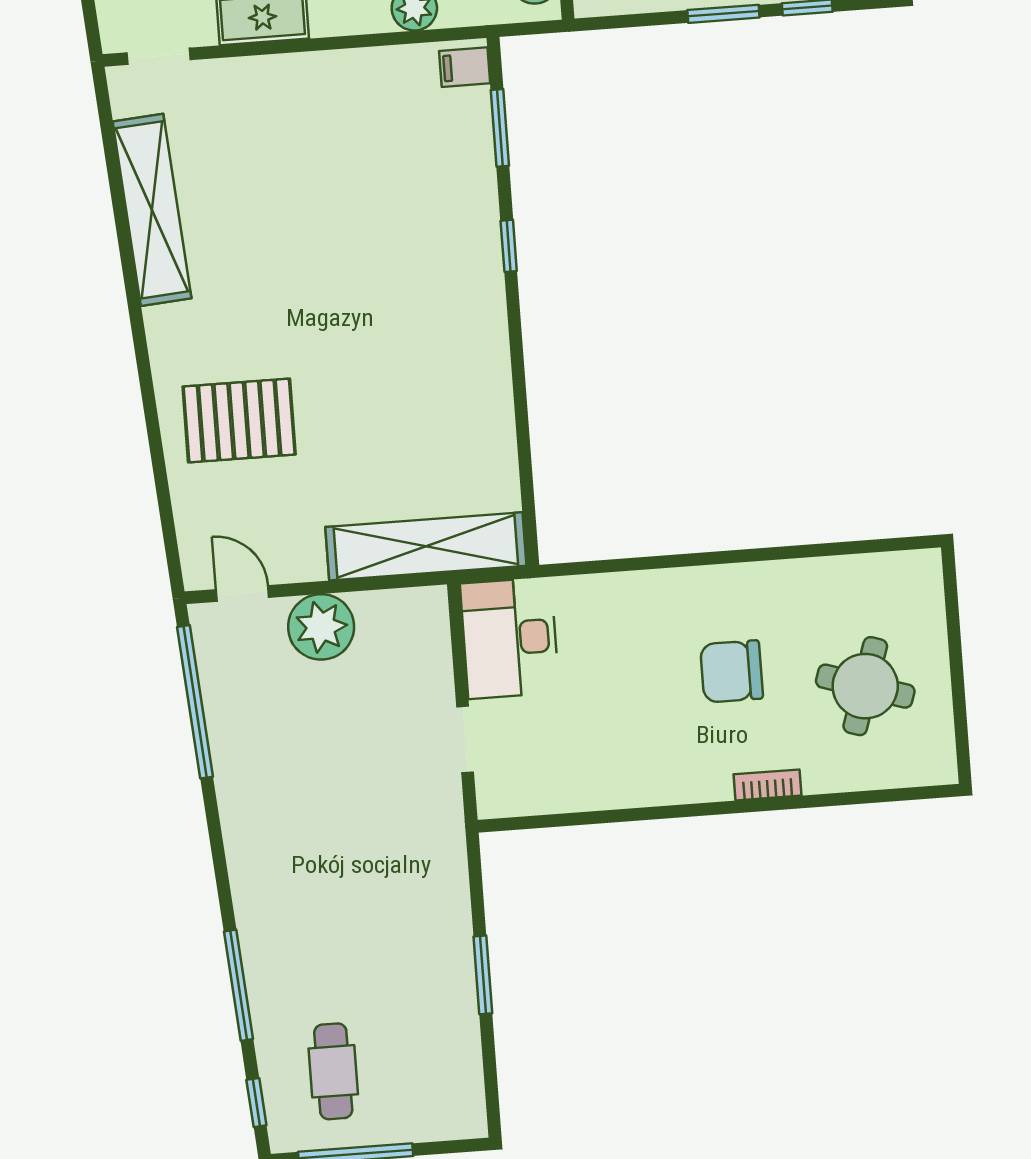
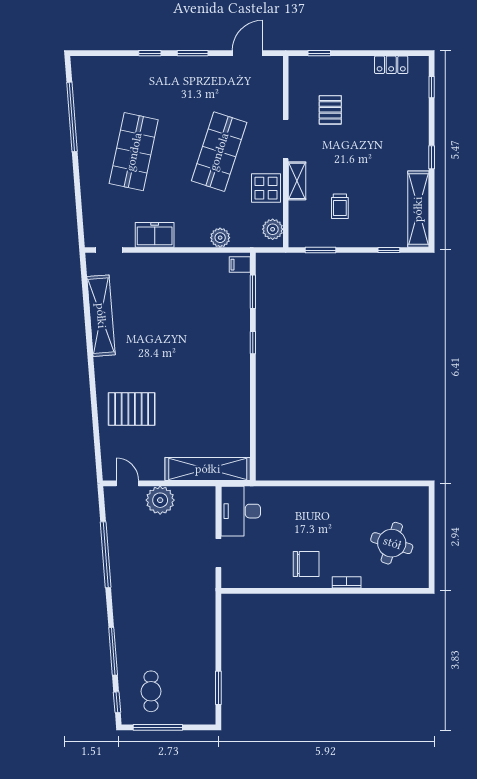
window: (723, 14) -> (320, 250), moved
chair: (732, 671) -> (306, 564), moved, turned 180
window: (195, 702) -> (106, 555), moved
window: (483, 975) -> (218, 688), moved

